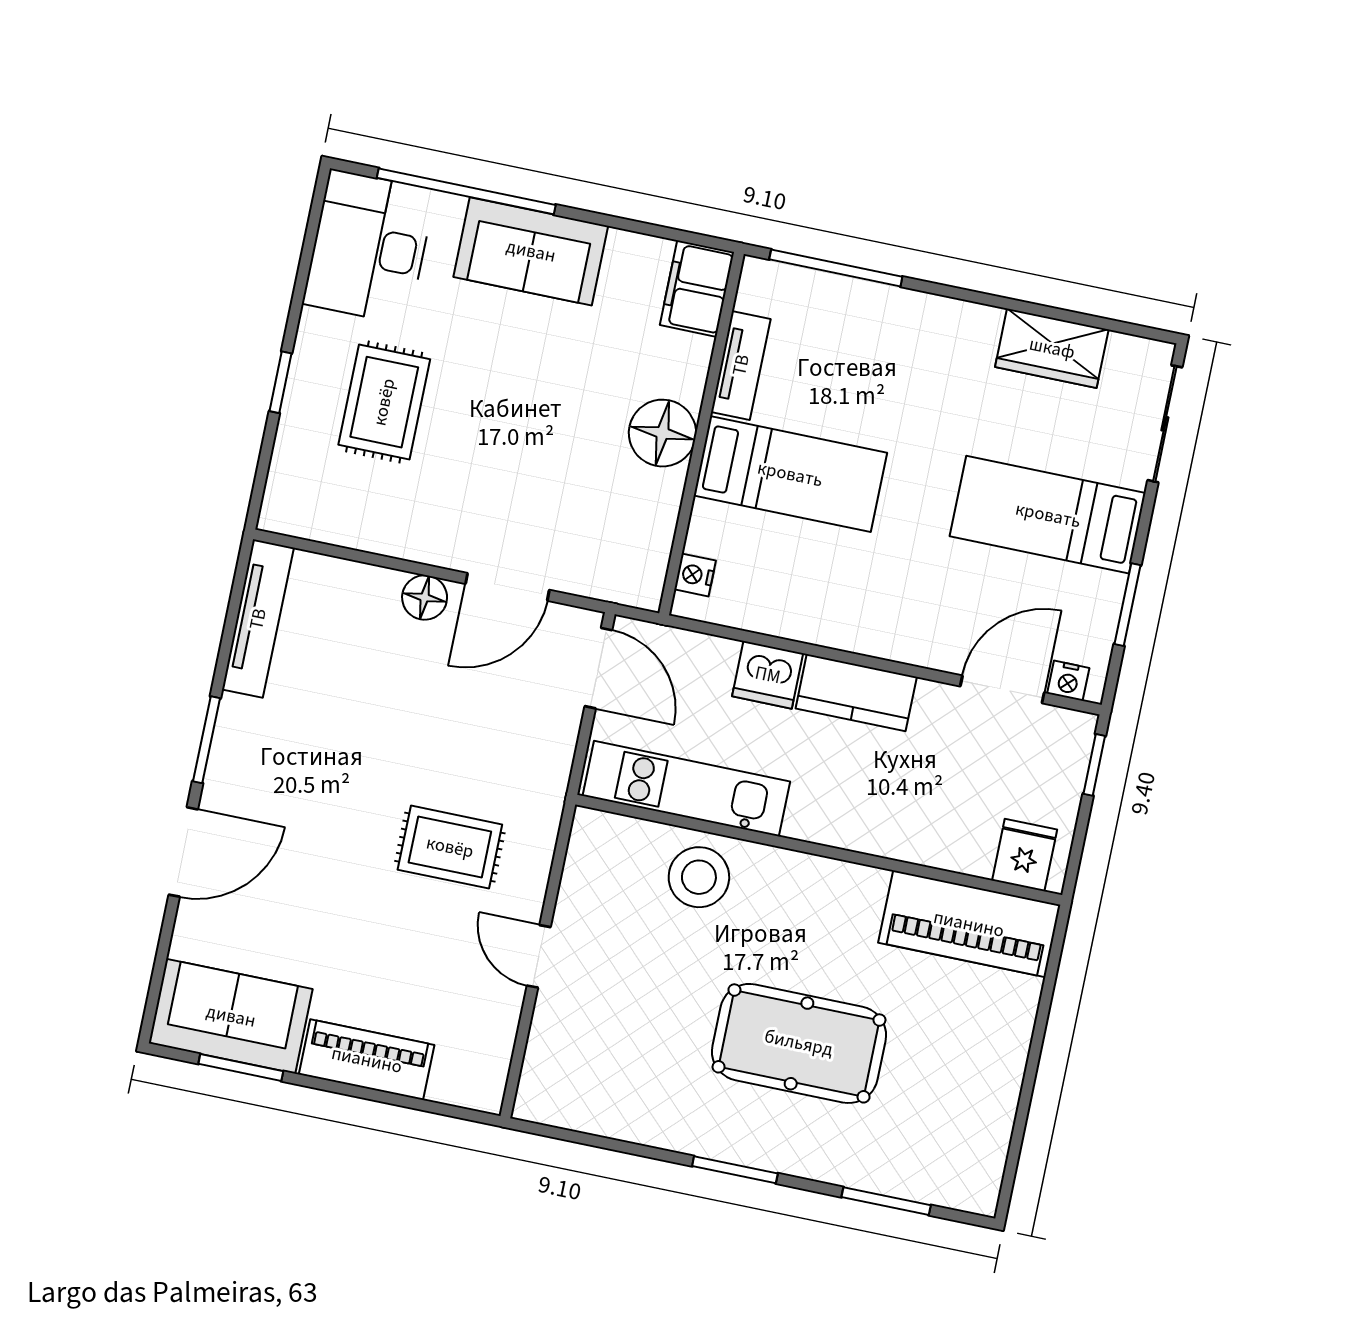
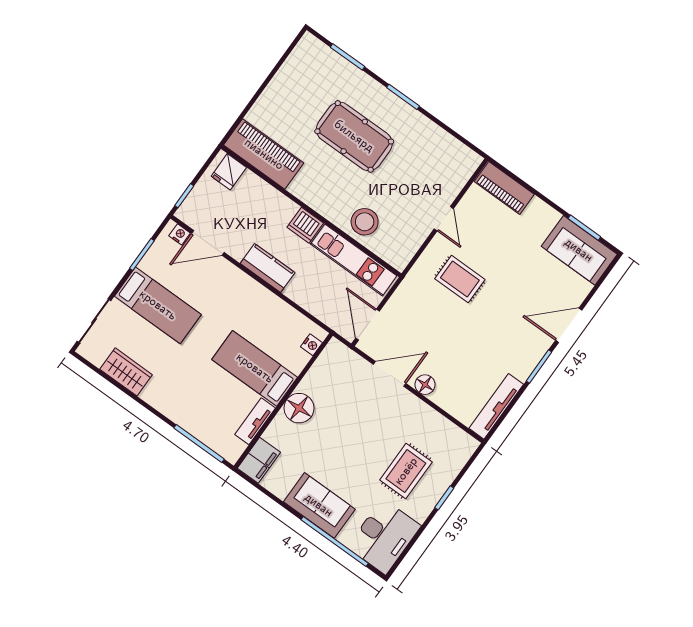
dishwasher: (768, 675) -> (305, 225), moved, turned 180
piano: (367, 1060) -> (504, 188), moved

